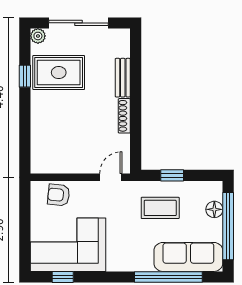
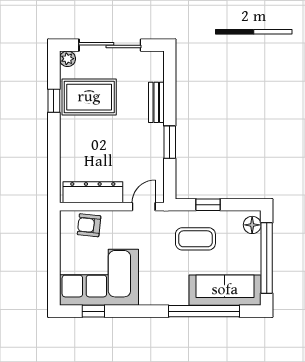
shoe rack: (124, 116) -> (158, 142), removed
window: (136, 116) -> (170, 142), added
dresser: (62, 163) -> (93, 192), added
floor lamp: (214, 209) -> (252, 225), moved

